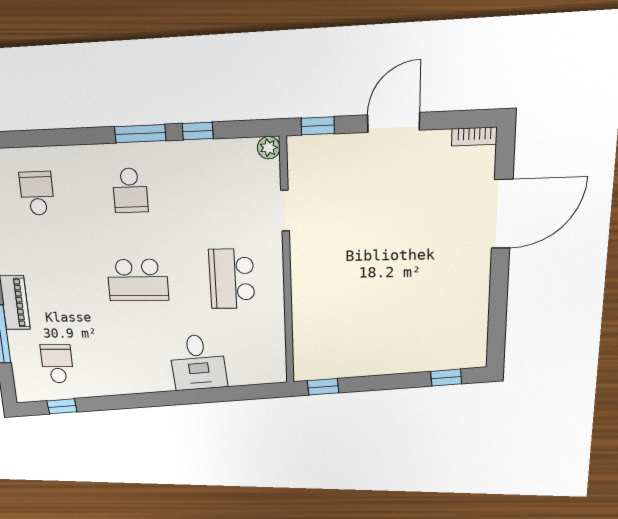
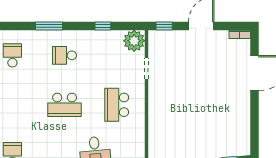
window: (140, 134) -> (49, 26), moved
plant: (269, 148) -> (134, 41), width x1.88, depth x1.88
school desk: (130, 190) -> (65, 55), turned 90

